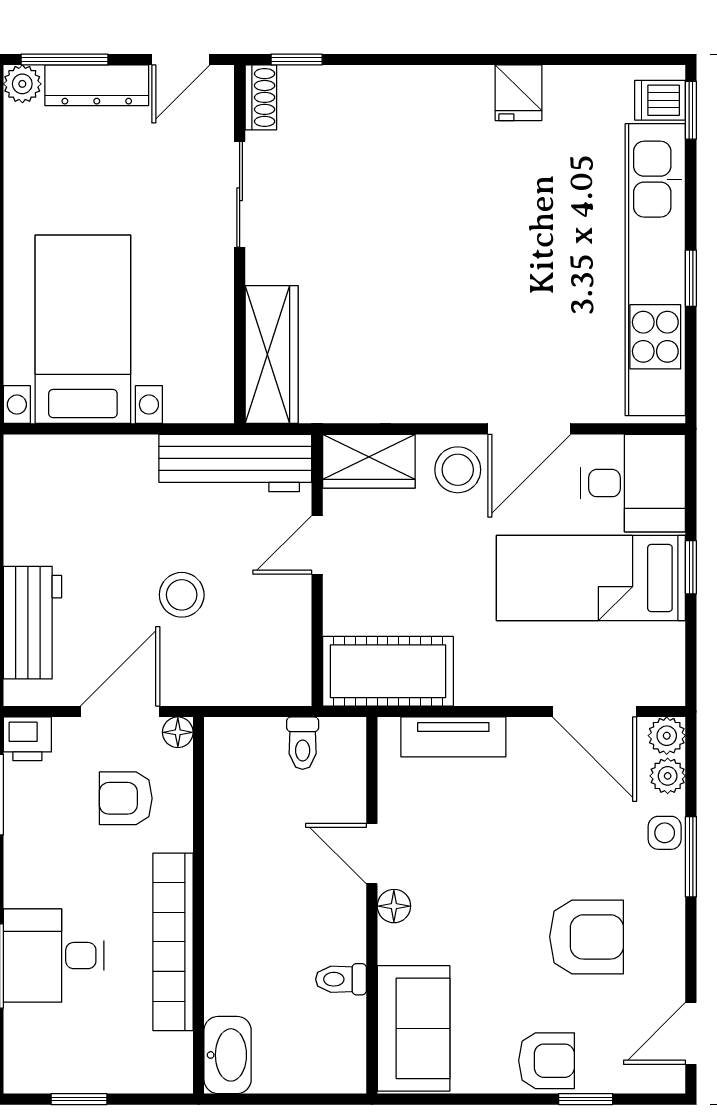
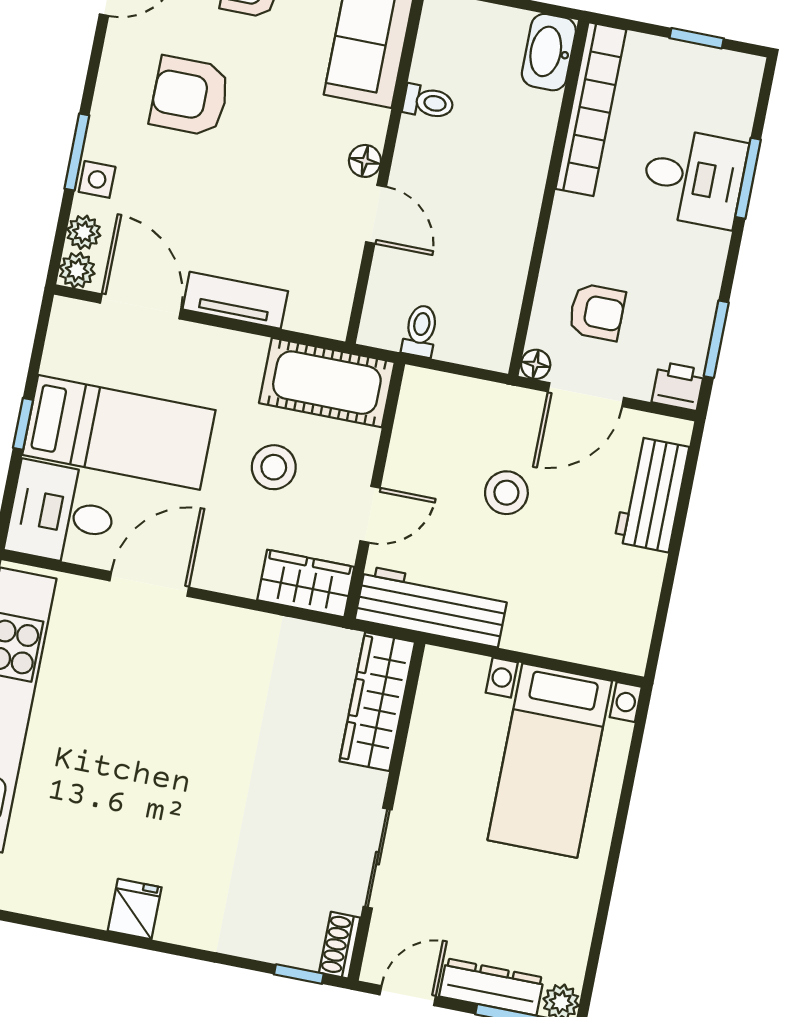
fridge: (518, 93) -> (135, 909), moved
stool: (458, 470) -> (274, 467), moved
tv unit: (453, 737) -> (235, 300), moved
bookcase: (173, 942) -> (591, 109), moved

